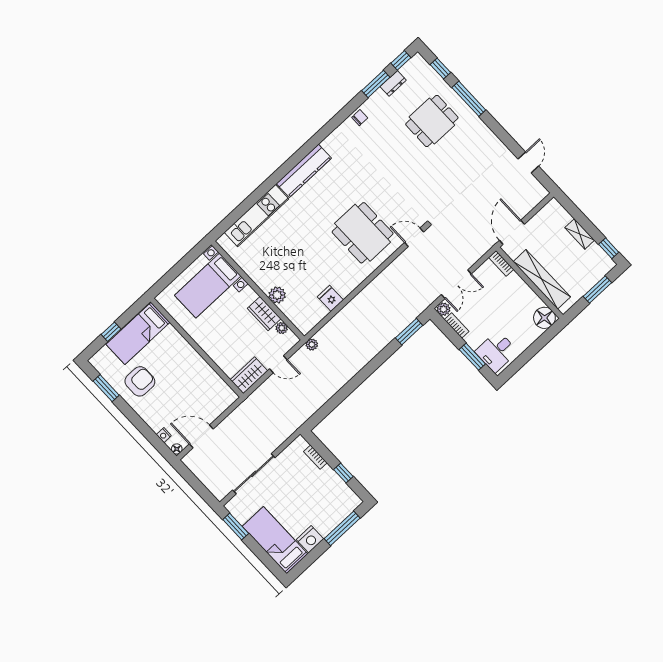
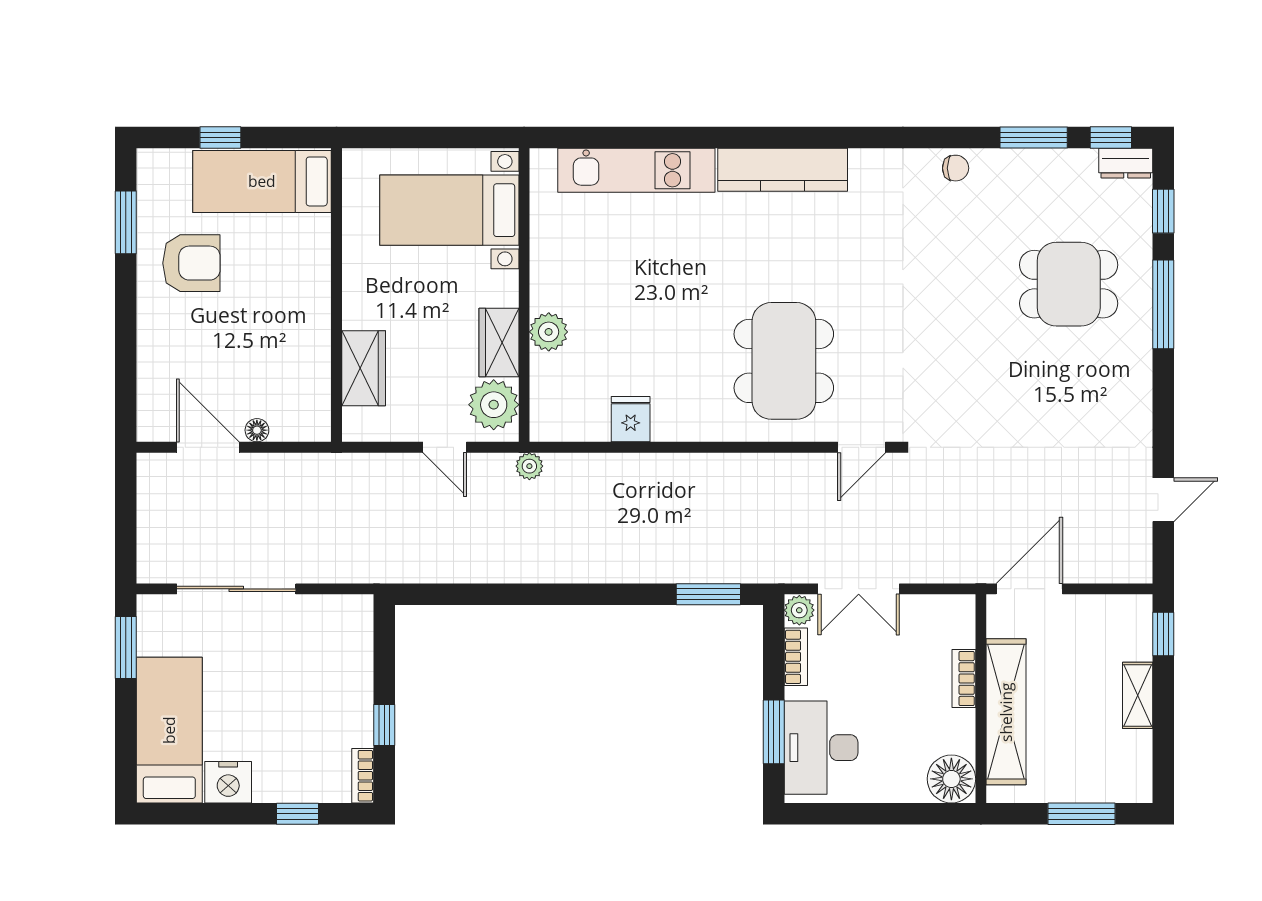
dresser: (393, 83) -> (1126, 163), moved
door: (414, 237) -> (862, 447), swing flipped
window: (609, 248) -> (1163, 634), moved
bookcase: (501, 263) -> (964, 679), moved
plant: (282, 328) -> (494, 405), width x1.88, depth x1.88
desk: (496, 351) -> (821, 748), width x1.37
wardrobe: (249, 375) -> (364, 368), moved, turned 90
nightstand: (164, 435) -> (148, 388), removed
floor lamp: (177, 449) -> (257, 430), moved
bookcase: (315, 457) -> (363, 776), moved
window: (342, 528) -> (297, 814), width x0.46

